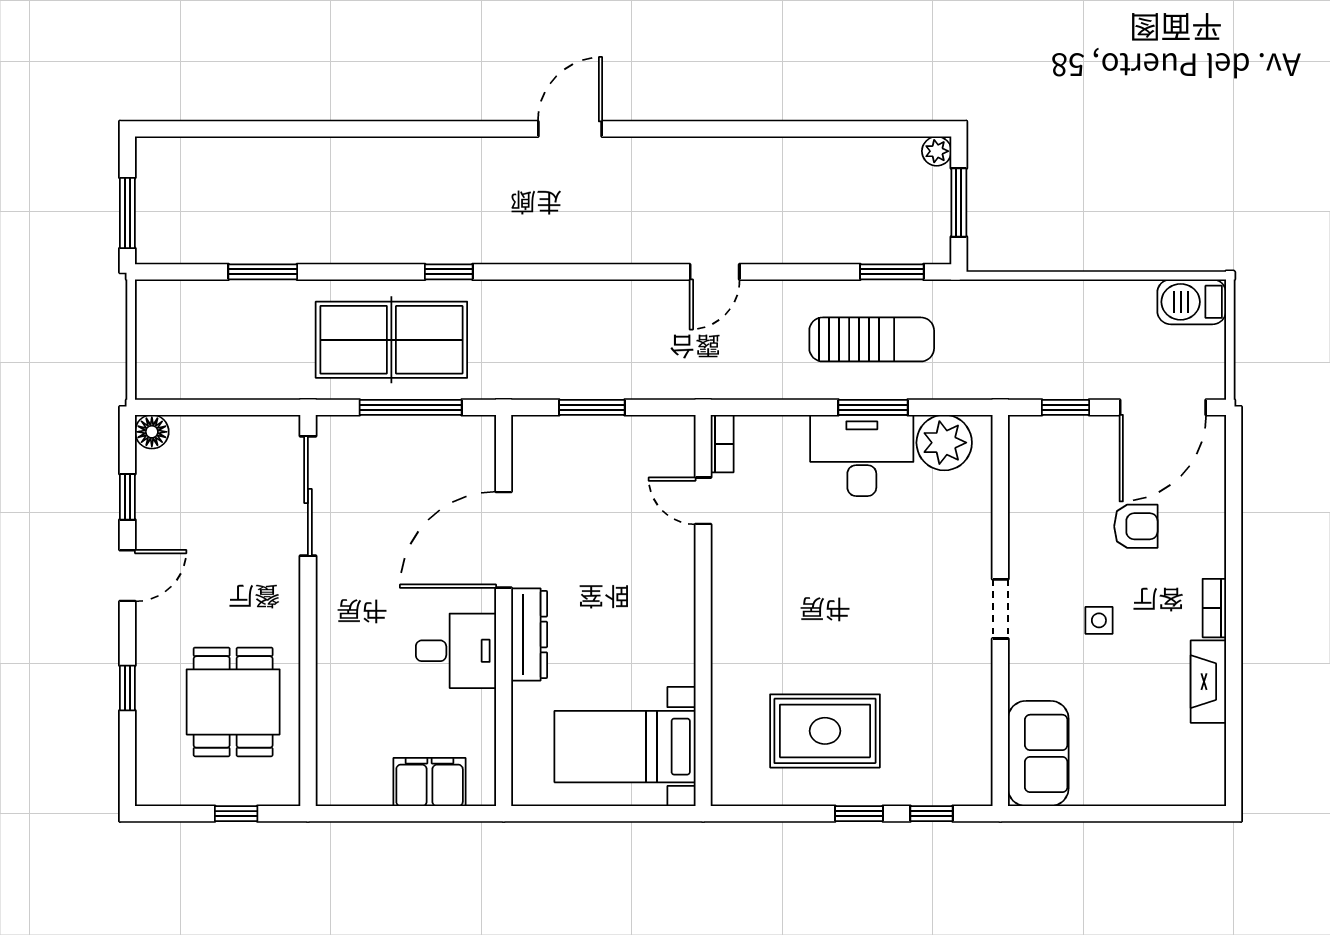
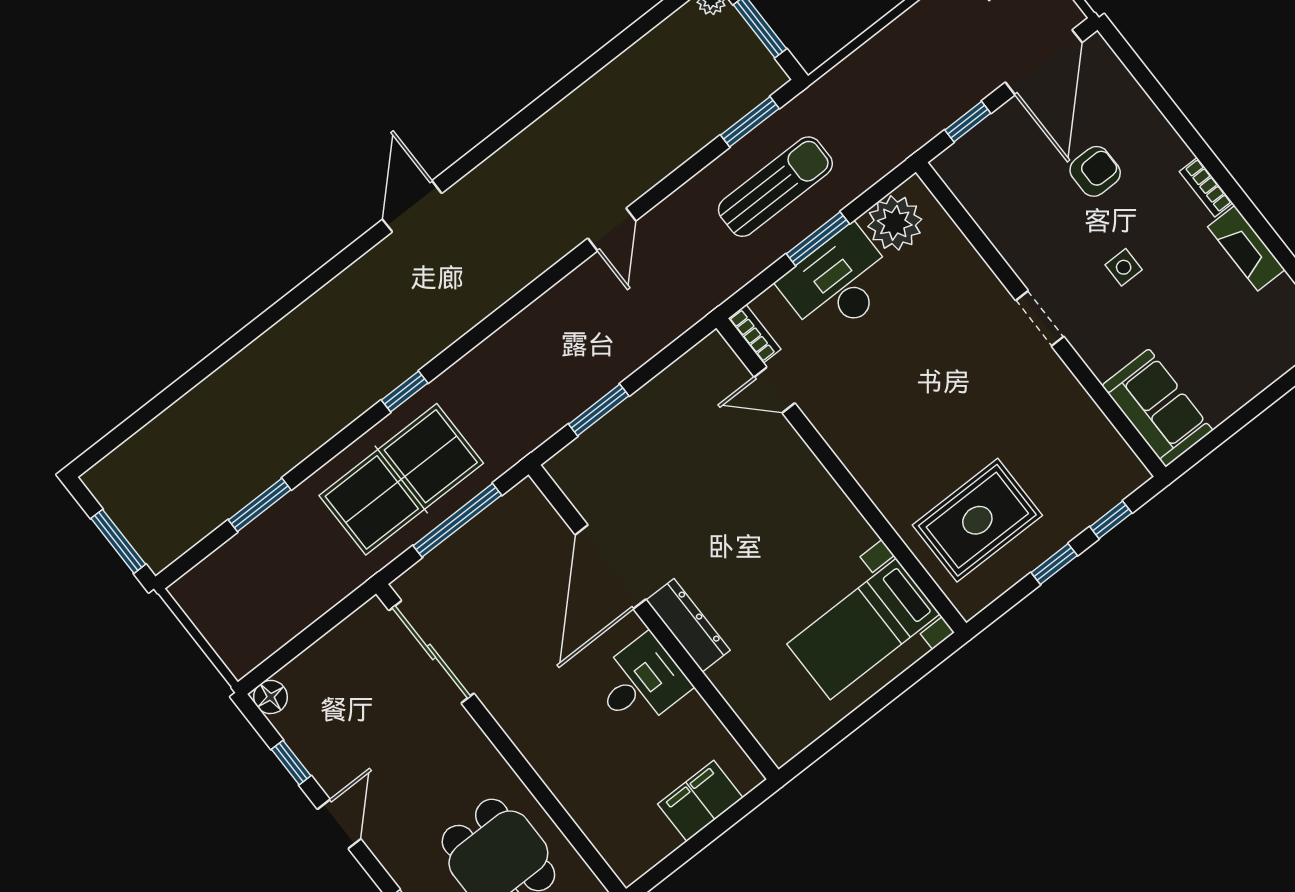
bookcase: (722, 444) -> (755, 334), moved
door: (703, 501) -> (775, 390), moved
wall: (703, 611) -> (841, 475), moved
bed with nightstands: (625, 747) -> (863, 629), moved

